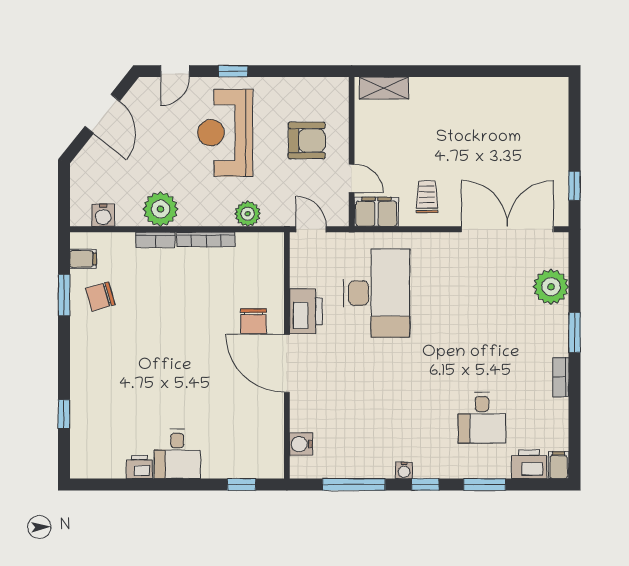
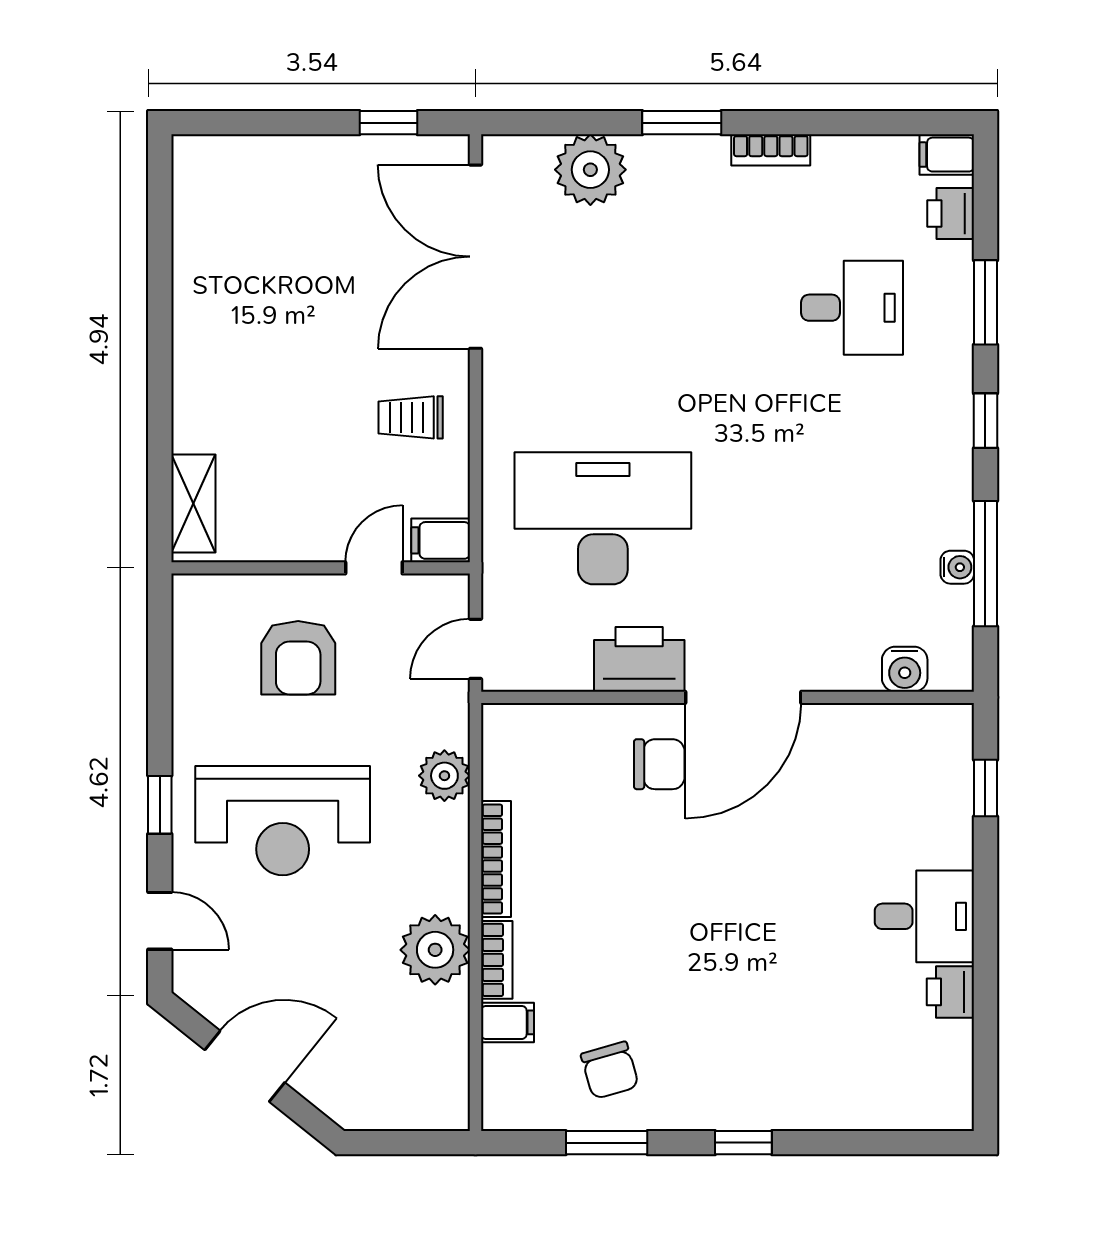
armchair: (307, 140) -> (298, 658), turned 180
filing cabinet: (376, 212) -> (441, 540), width x0.50
water cooler: (103, 215) -> (447, 1064), removed
filing cabinet: (83, 259) -> (507, 1022), moved, turned 90
window: (64, 414) -> (743, 1143), moved
printer: (529, 464) -> (951, 214), width x0.73, depth x0.81
water cooler: (404, 470) -> (957, 567), moved

